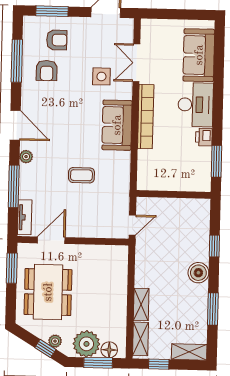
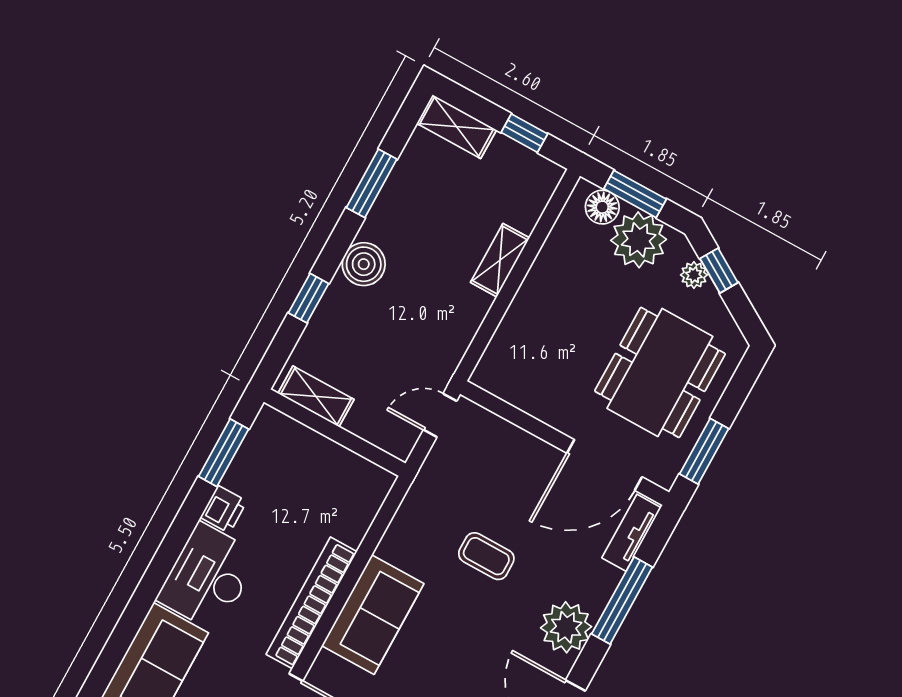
plant: (26, 157) -> (566, 627), width x1.87, depth x1.87
door: (51, 240) -> (605, 465), width x1.36
shelving: (141, 339) -> (316, 396), moved, turned 90

